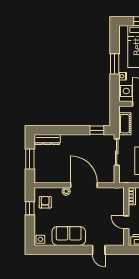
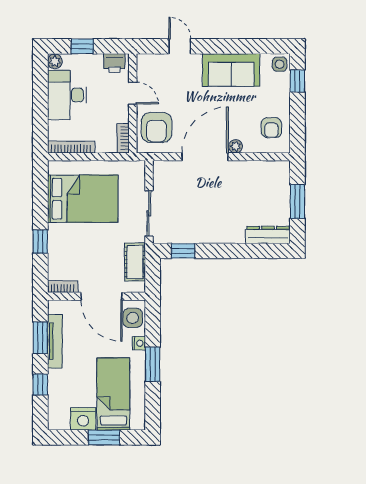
door: (84, 185) -> (205, 157), swing flipped
armchair: (112, 202) -> (156, 127), added
window: (30, 208) -> (297, 81), moved

